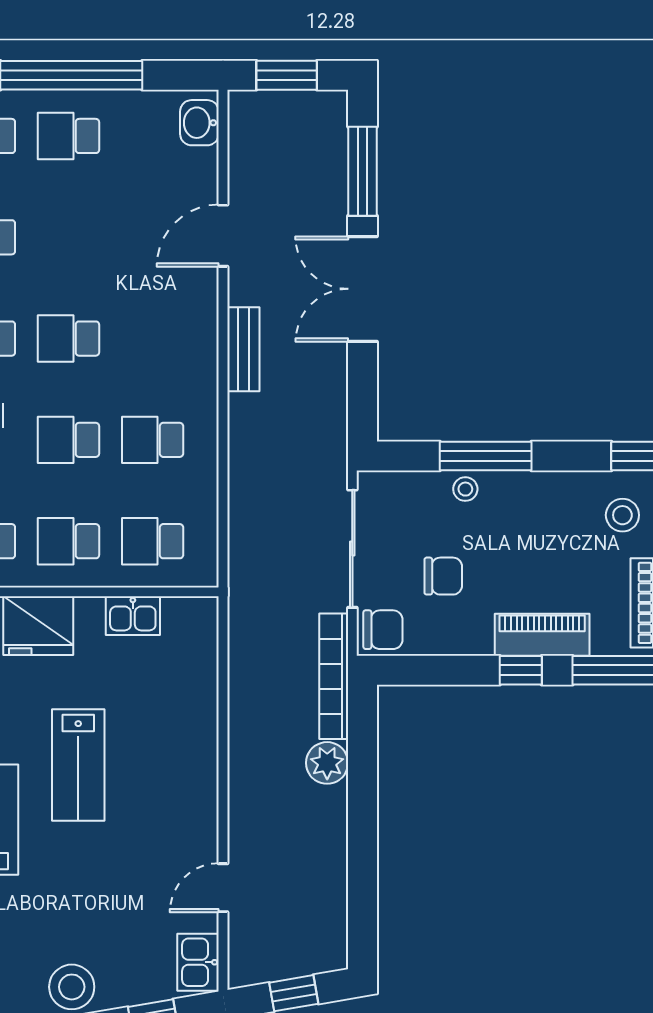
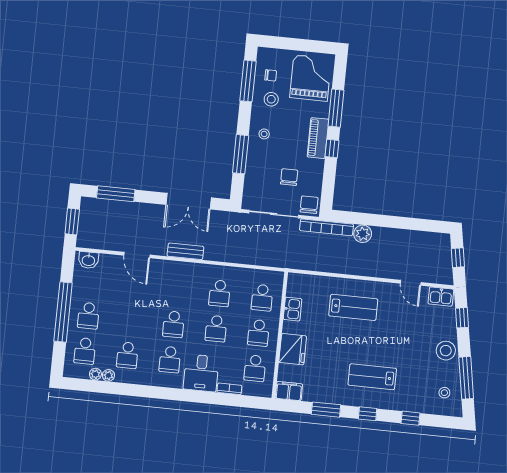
double door: (362, 289) -> (189, 201), moved
stool: (465, 489) -> (264, 134), moved
lab bench: (78, 765) -> (353, 307), moved

